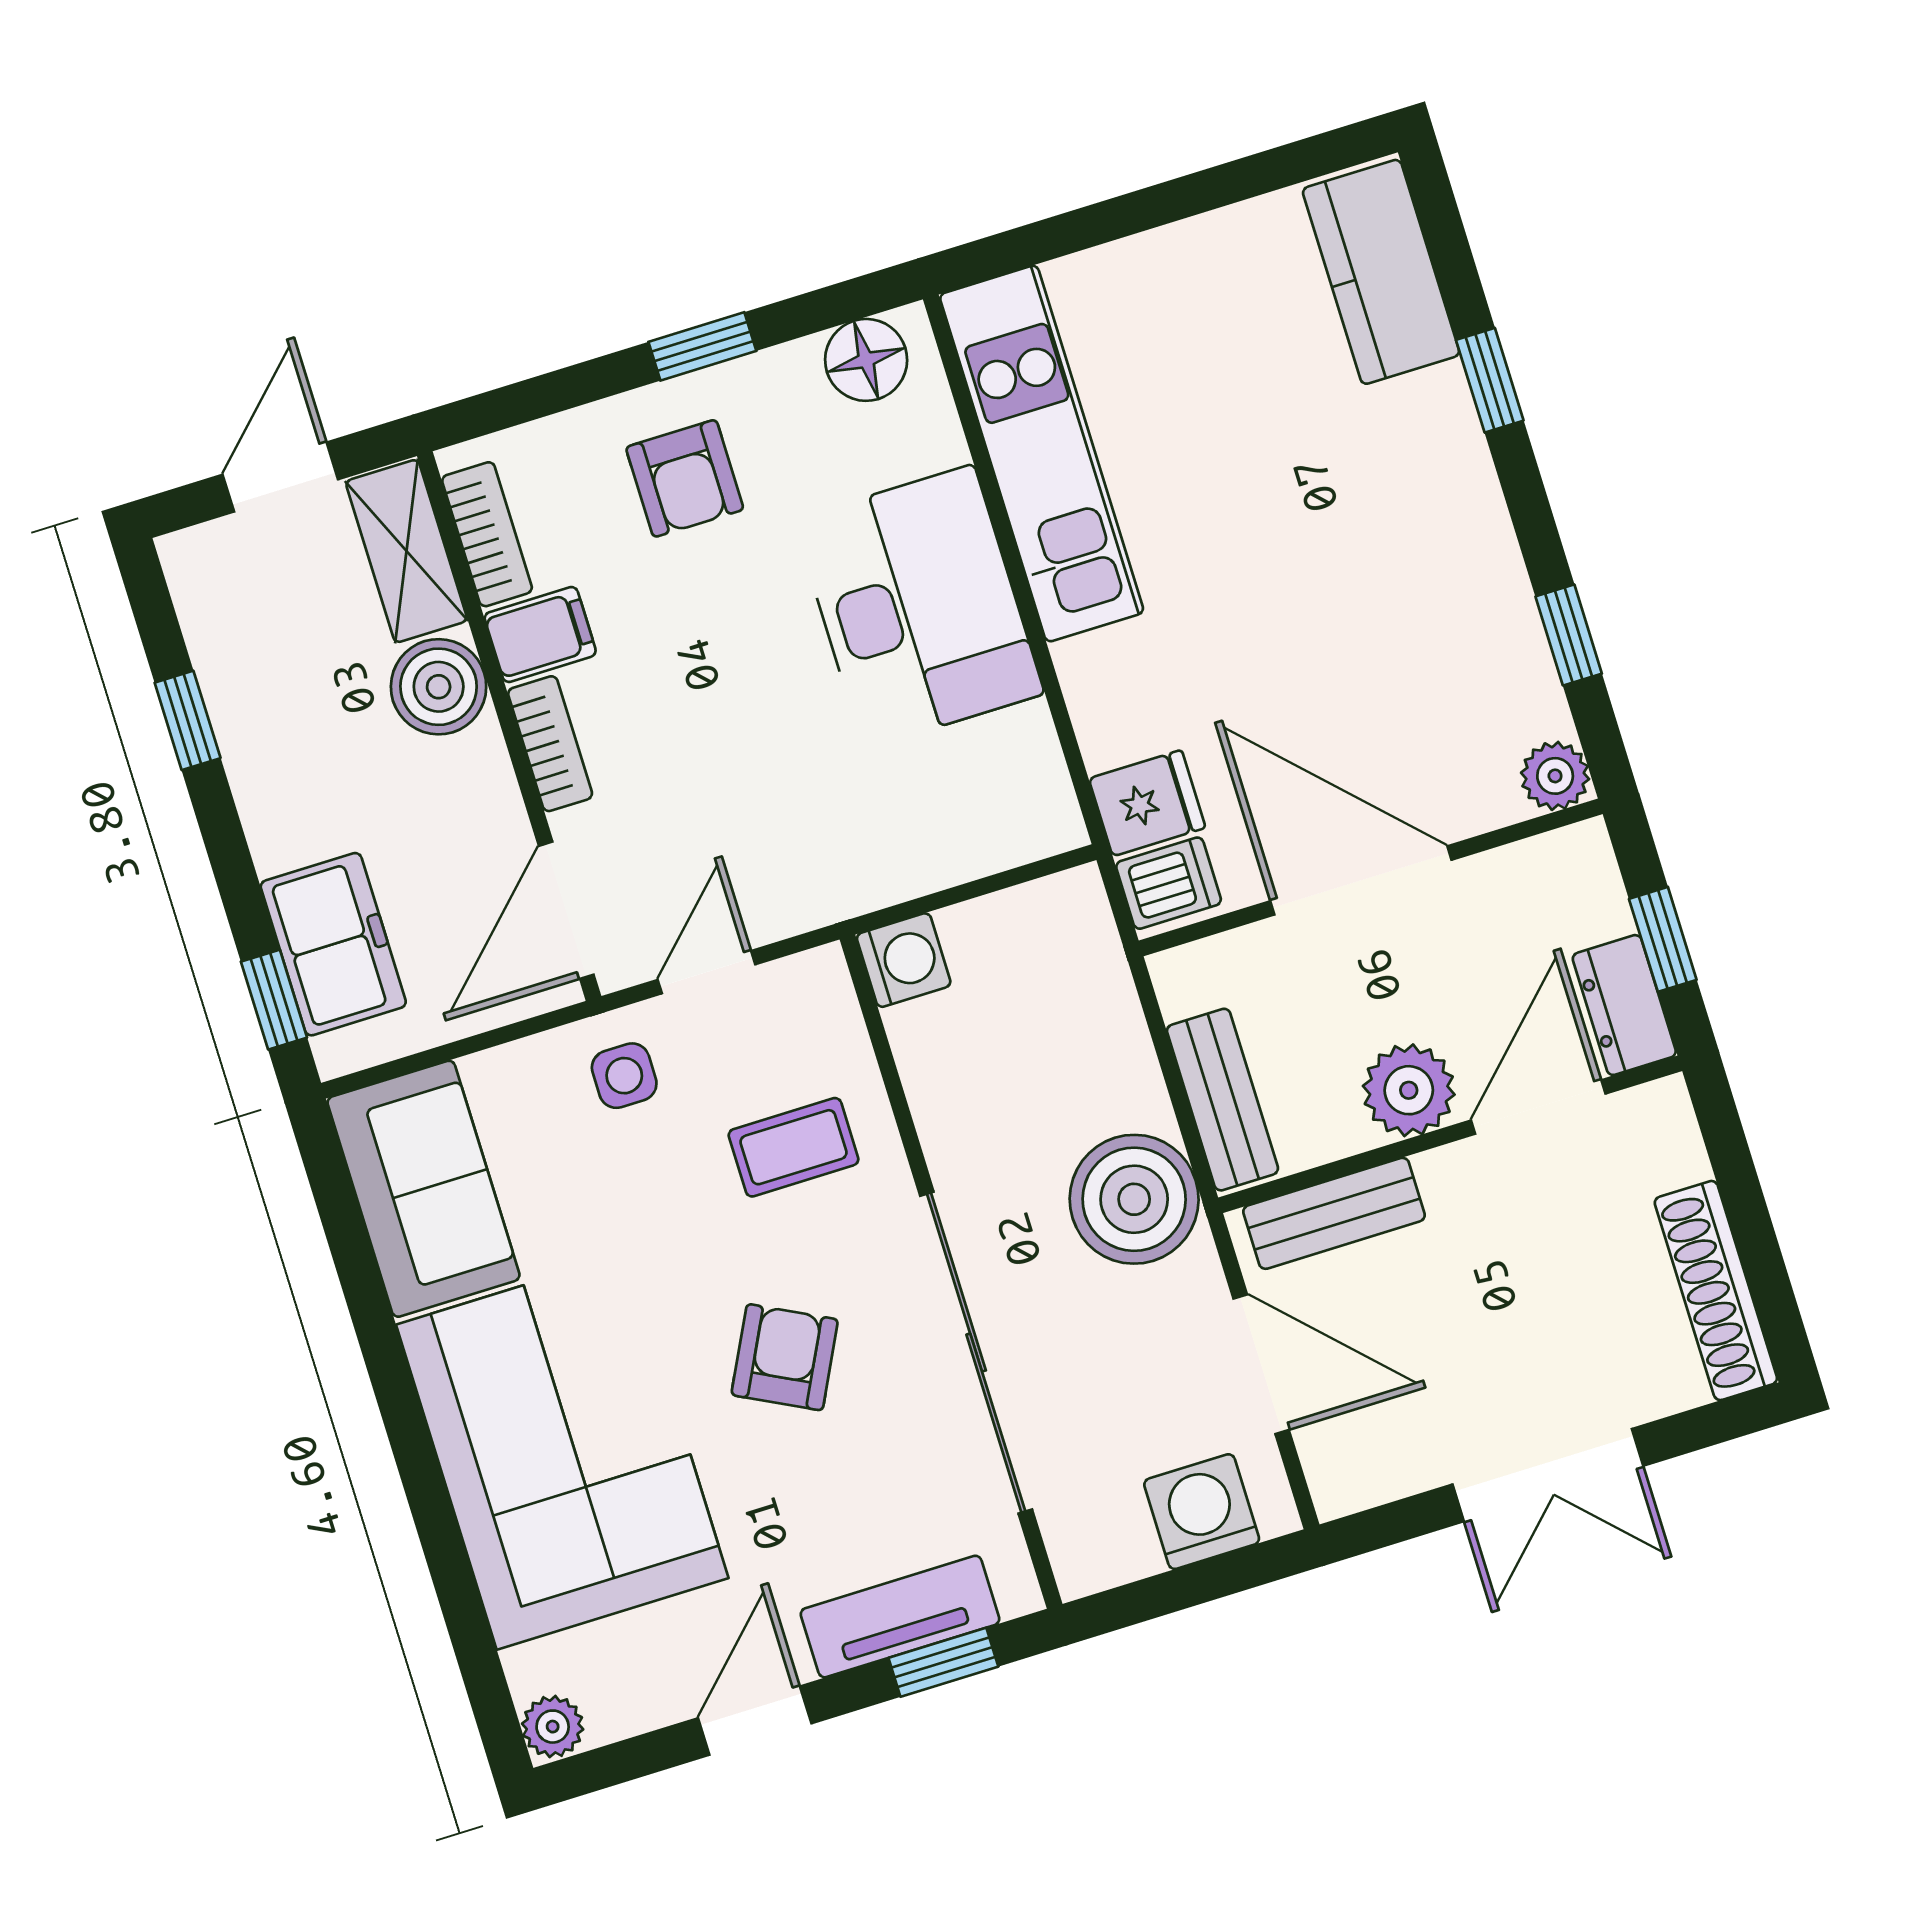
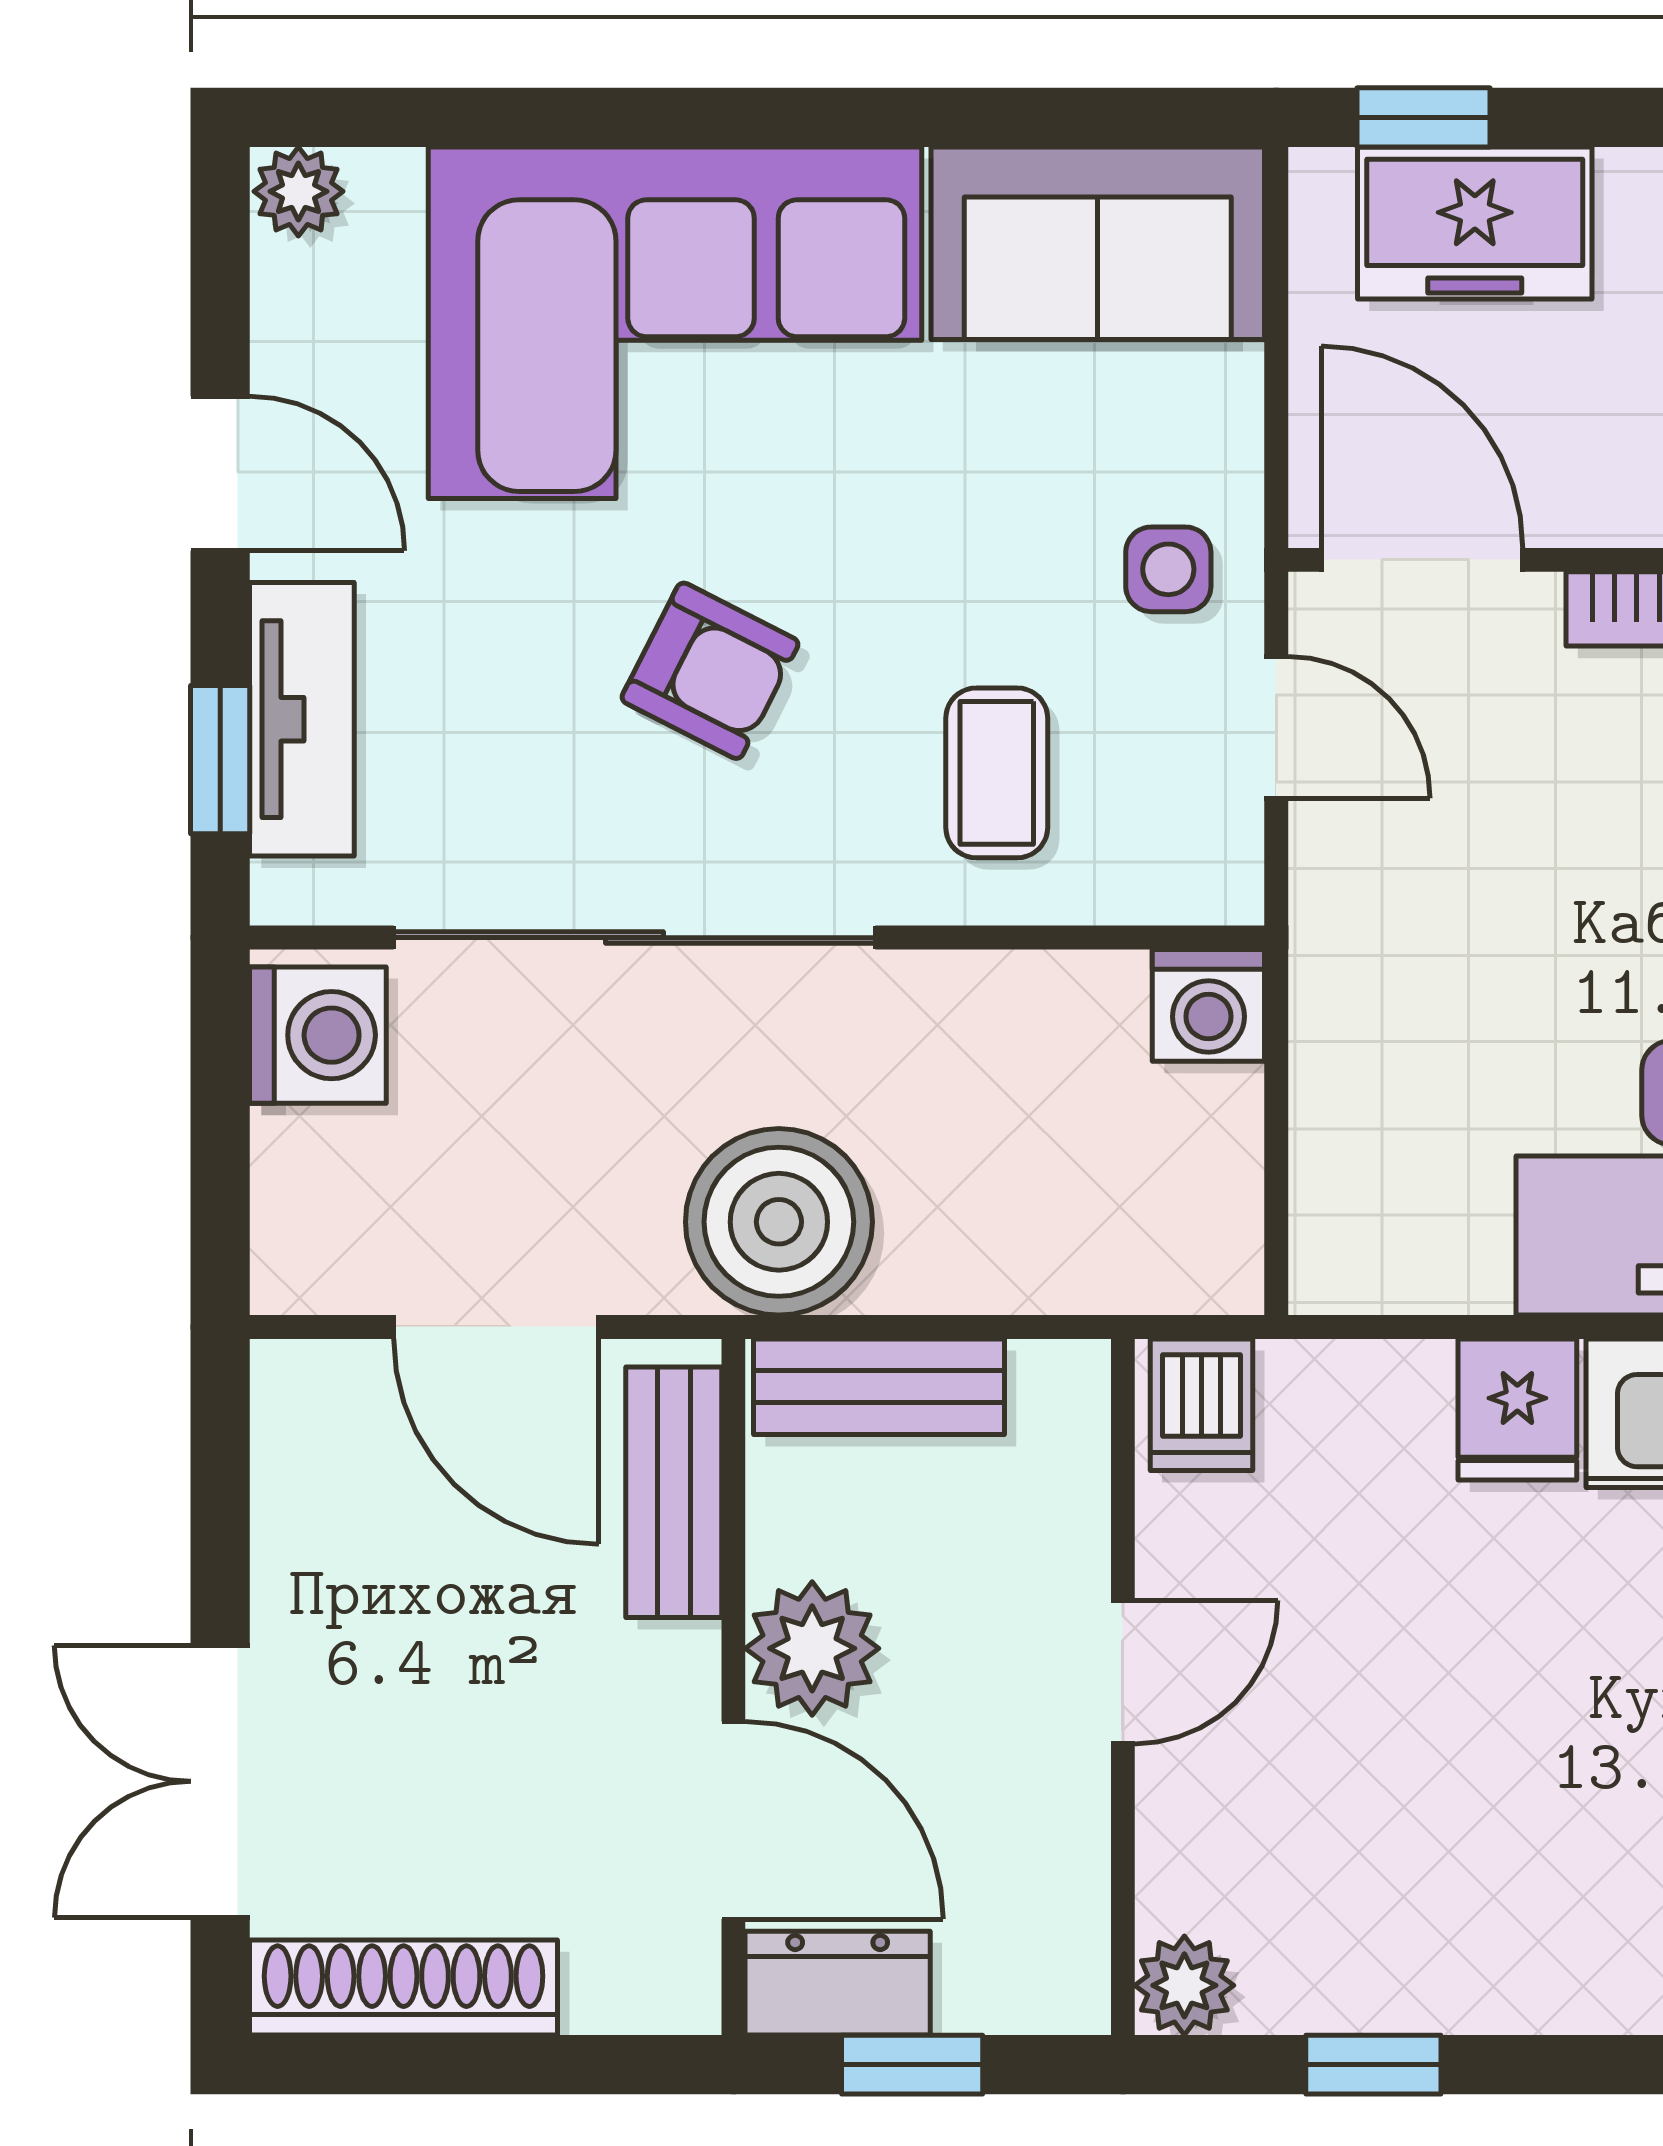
fridge: (1147, 803) -> (1517, 1409), moved
door: (1361, 880) -> (1123, 1672), width x0.53
door: (1261, 1364) -> (496, 1327), hinge flipped
double door: (1548, 1475) -> (220, 1781), moved
washing machine: (1202, 1512) -> (318, 1035), moved

